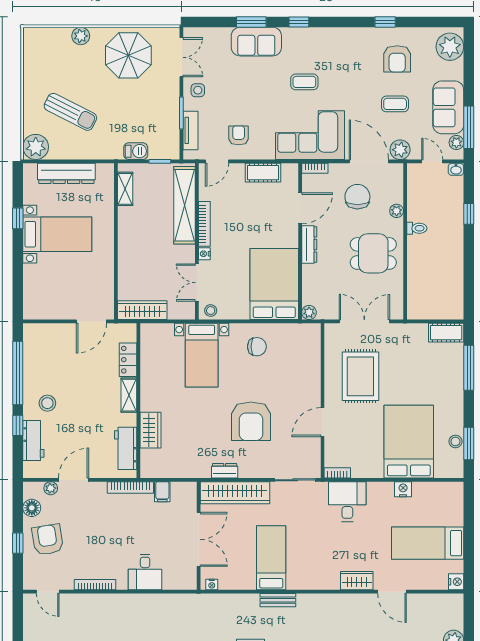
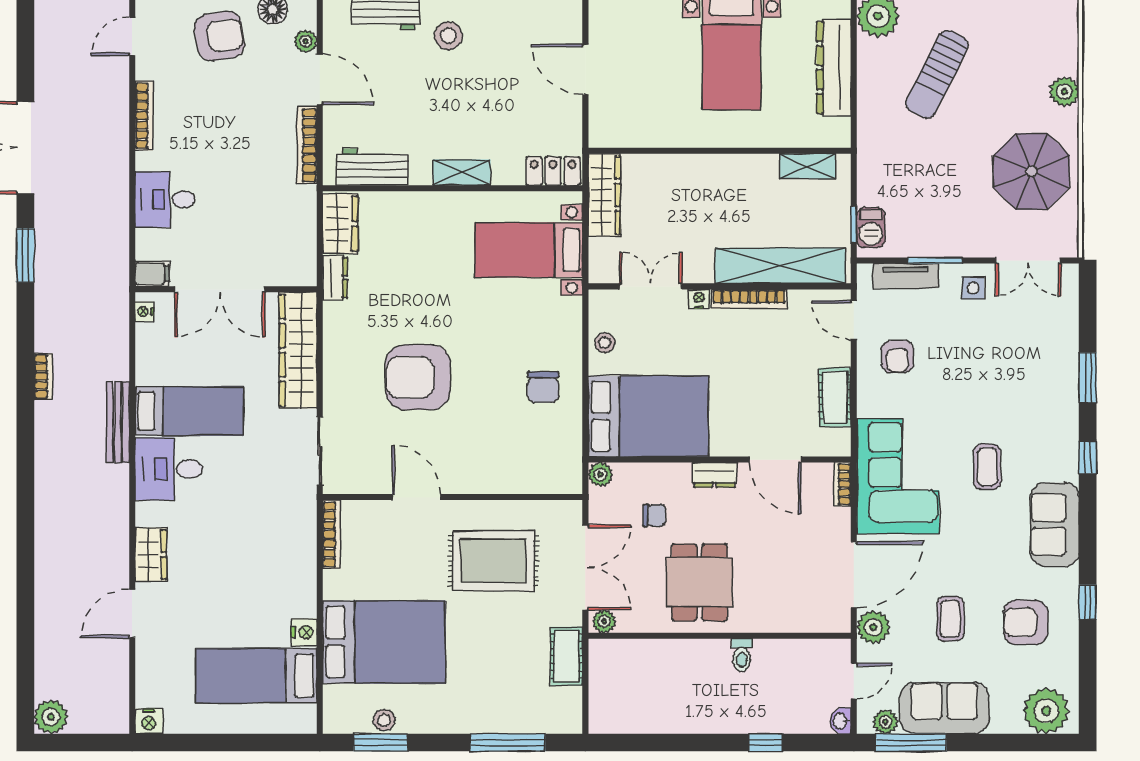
sofa: (256, 42) -> (1055, 525), moved
armchair: (239, 135) -> (897, 356), turned 90
barbecue: (136, 151) -> (871, 227), moved
chair: (357, 197) -> (654, 515), moved, width x0.54, depth x0.54
plant: (397, 211) -> (604, 621), moved
dresser: (309, 245) -> (714, 475), width x0.70
stool: (211, 311) -> (605, 343), moved
door: (91, 321) -> (585, 69), moved
cot: (446, 333) -> (567, 656), moved
bed with nightstands: (202, 355) -> (529, 250), moved
locker: (128, 360) -> (553, 171), moved
wardrobe: (150, 430) -> (340, 224), moved, turned -90
dresser: (225, 471) -> (335, 278), moved
bookcase: (337, 473) -> (331, 534), width x1.56
bookcase: (130, 487) -> (307, 145), moved
filing cabinet: (162, 492) -> (152, 274), moved, turned 180
desk: (347, 502) -> (169, 469), moved, turned 180
bed: (428, 543) -> (256, 676), moved, turned -90
bench: (278, 600) -> (118, 422), width x1.36

